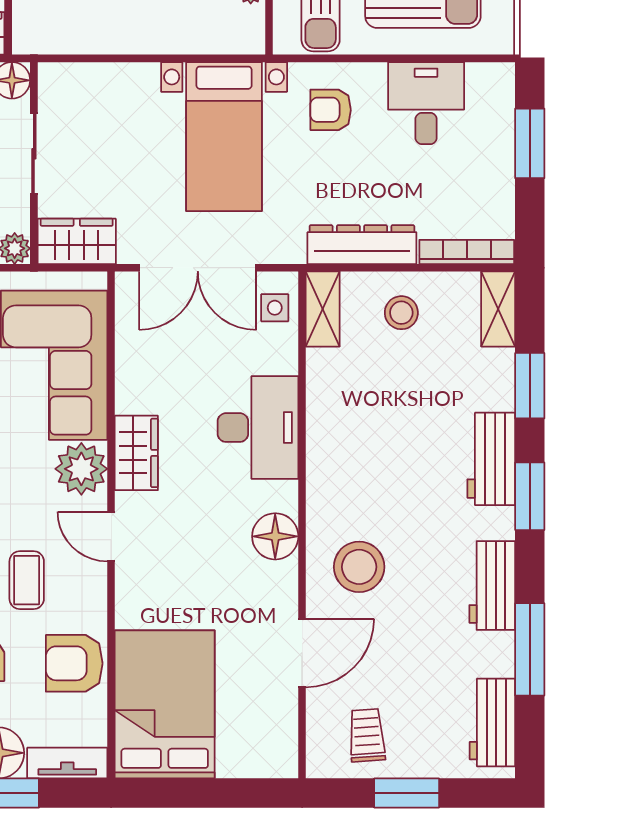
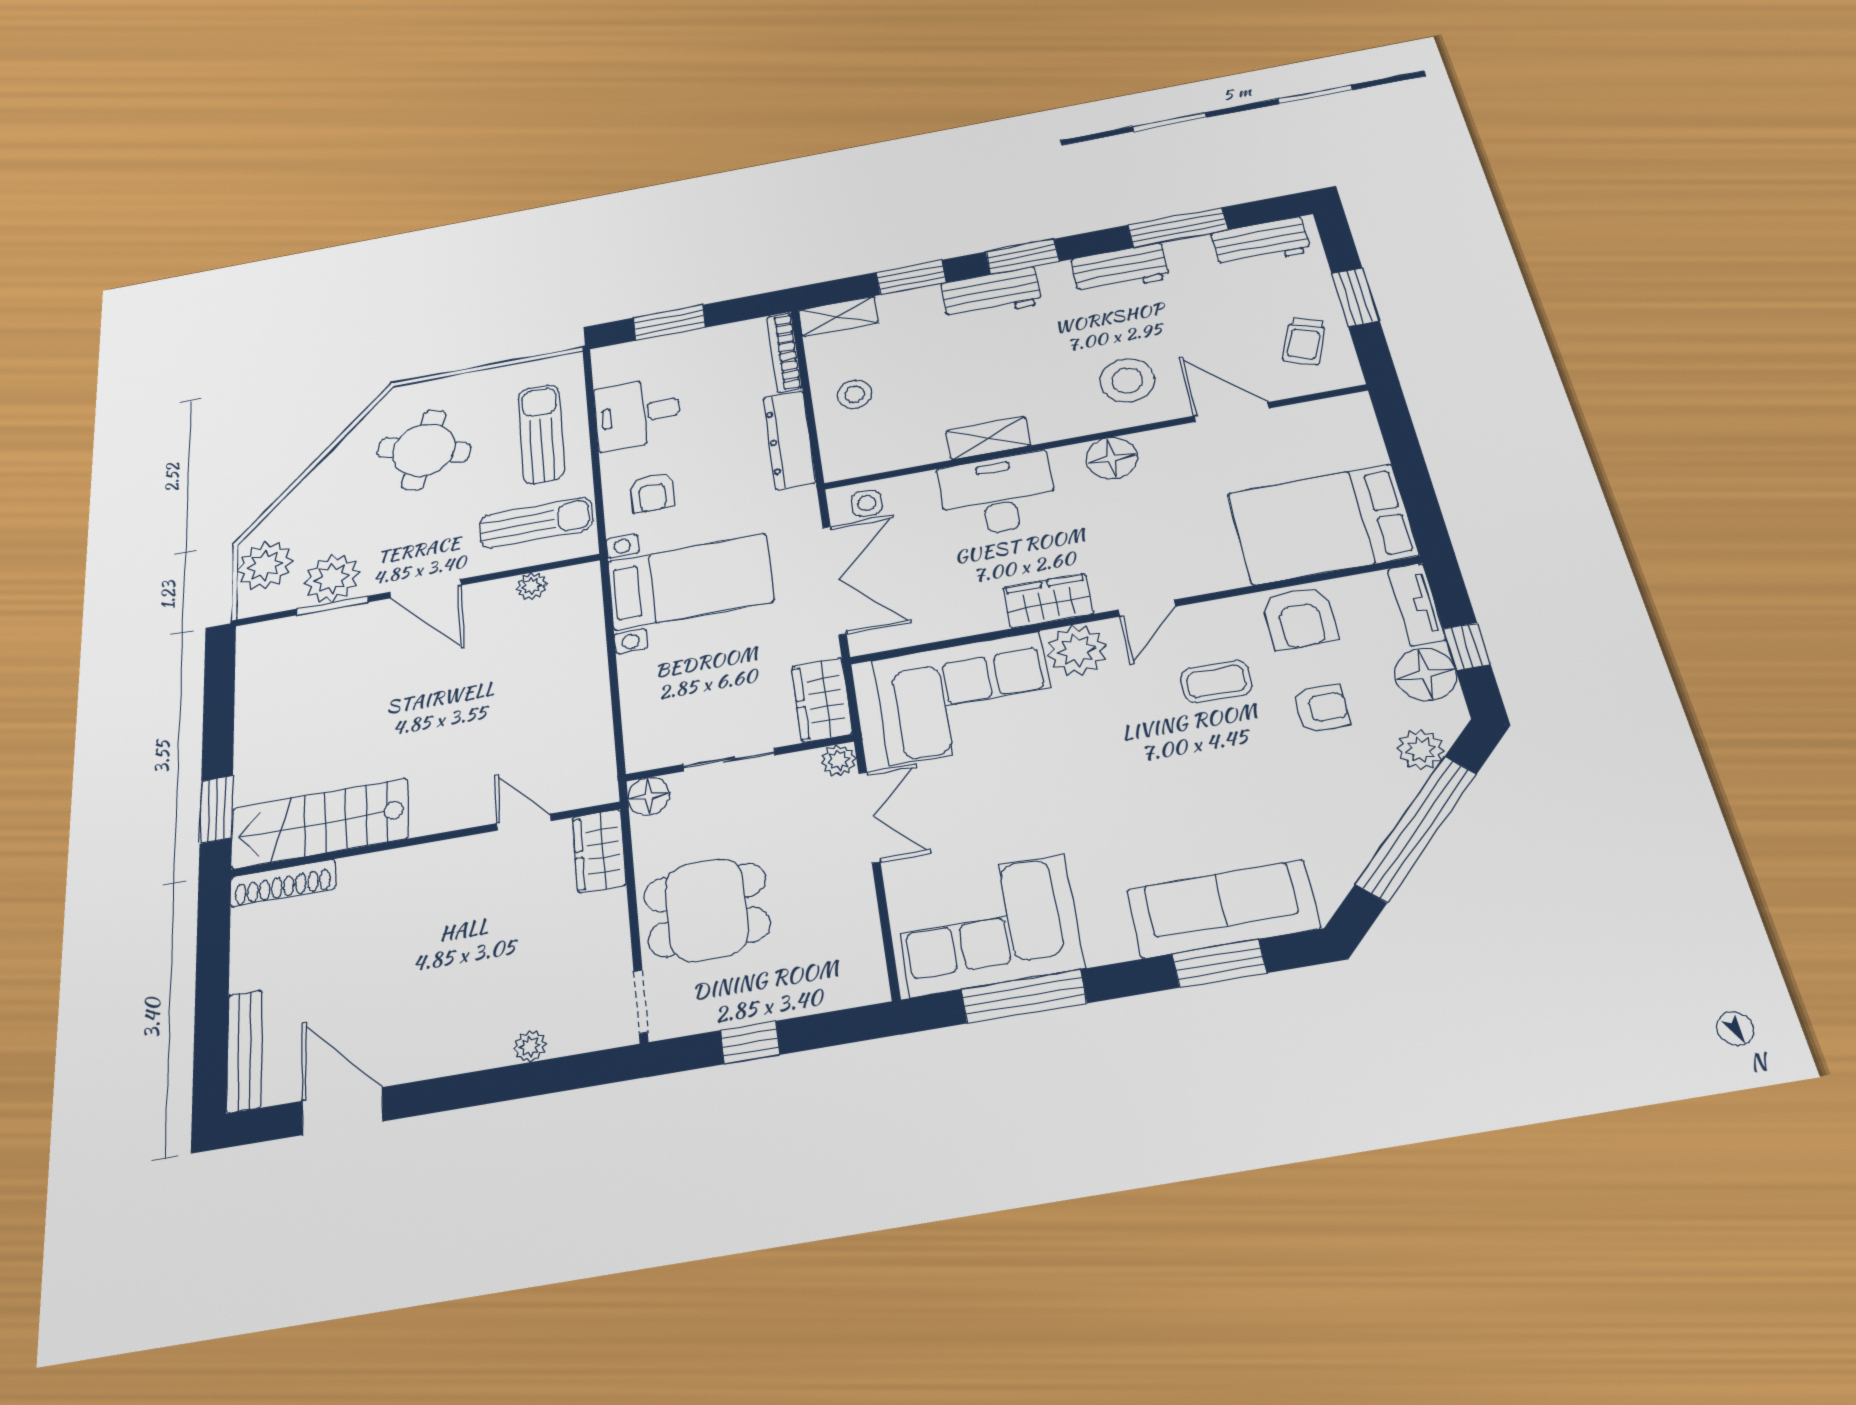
shelving: (323, 309) -> (988, 438), moved
trolley: (367, 735) -> (1304, 341), turned -65

